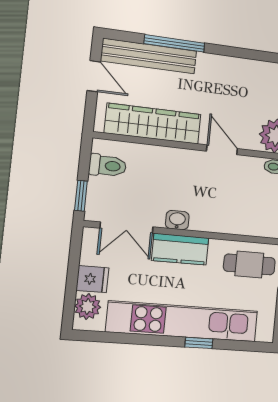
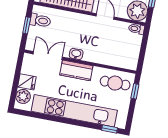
window: (81, 196) -> (27, 25), moved
double door: (127, 228) -> (48, 55), swing flipped
window: (199, 343) -> (110, 129), moved

